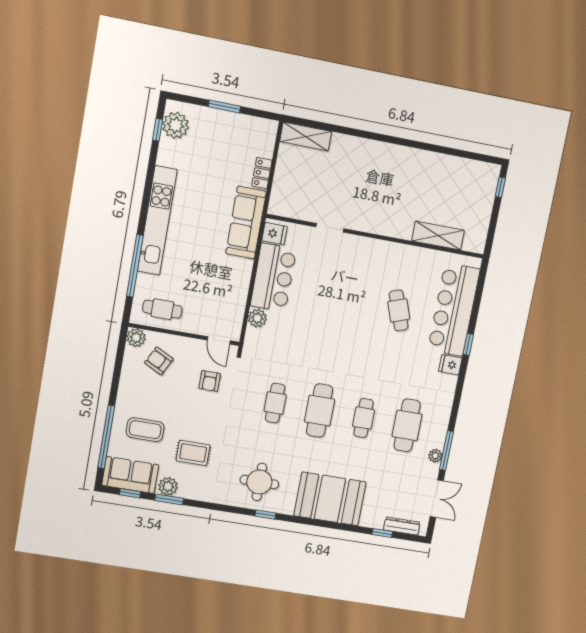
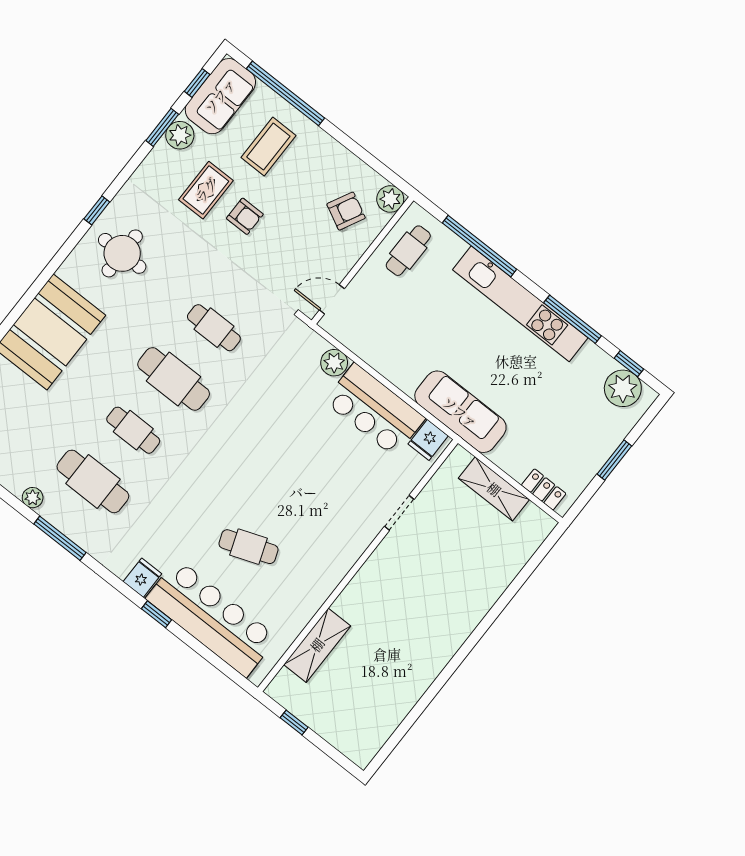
shelving: (306, 137) -> (494, 489), moved, turned 90
locker: (262, 173) -> (544, 489), moved
window: (149, 181) -> (573, 319), added
window: (500, 187) -> (294, 722), moved
armchair: (210, 381) -> (245, 216), moved, turned 180
window: (447, 451) -> (60, 538), moved
window: (265, 515) -> (97, 210), moved

